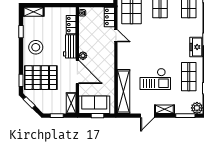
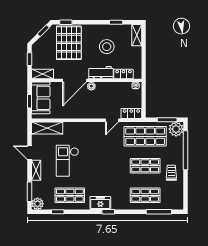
stool: (36, 47) -> (107, 47), moved
shelving: (123, 92) -> (47, 128), width x0.68

